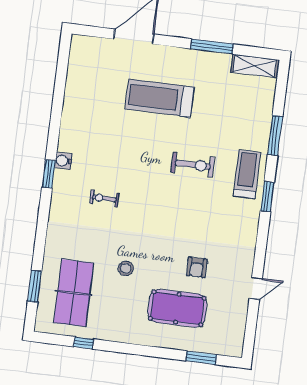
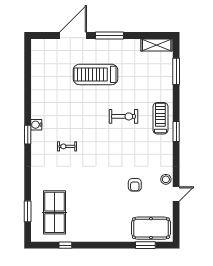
window: (212, 46) -> (110, 35), moved
window: (275, 135) -> (176, 71), moved
stool: (126, 268) -> (166, 179), moved
pool table: (177, 308) -> (151, 228), moved

